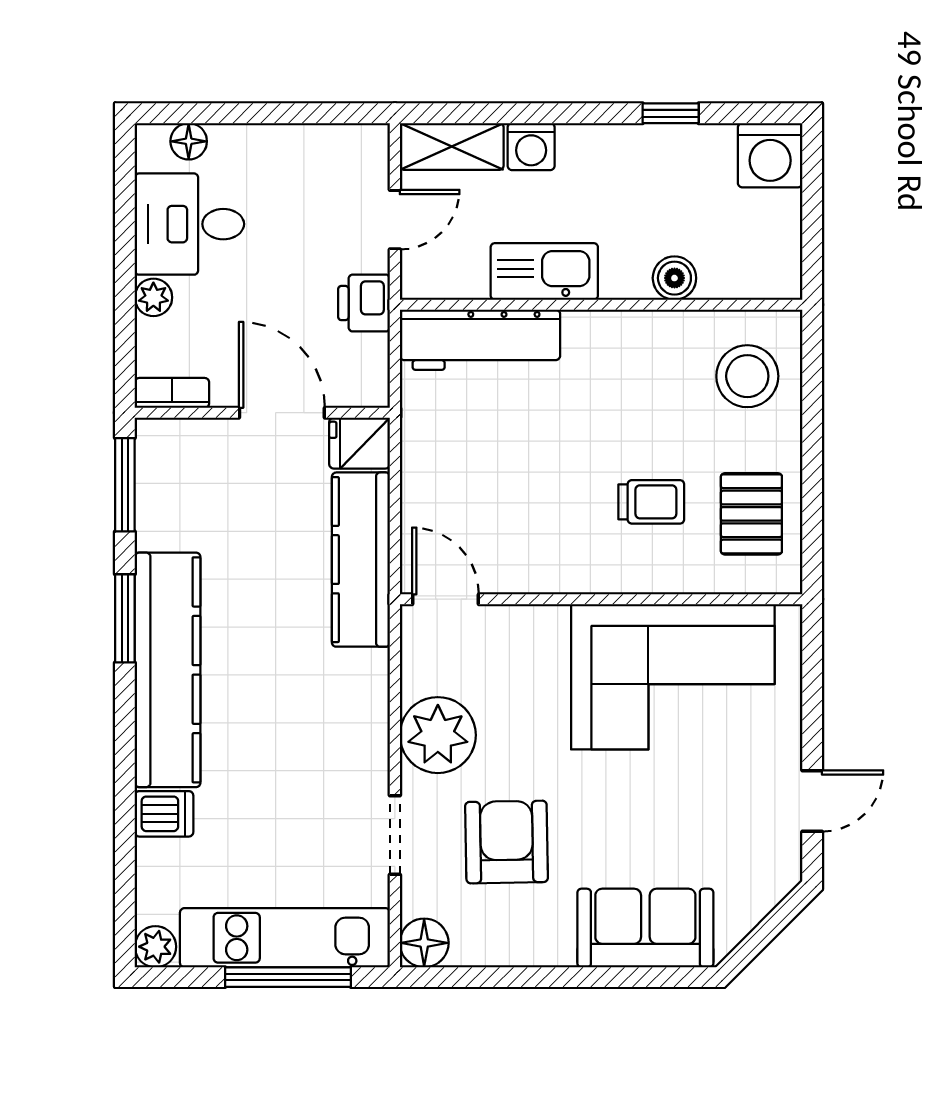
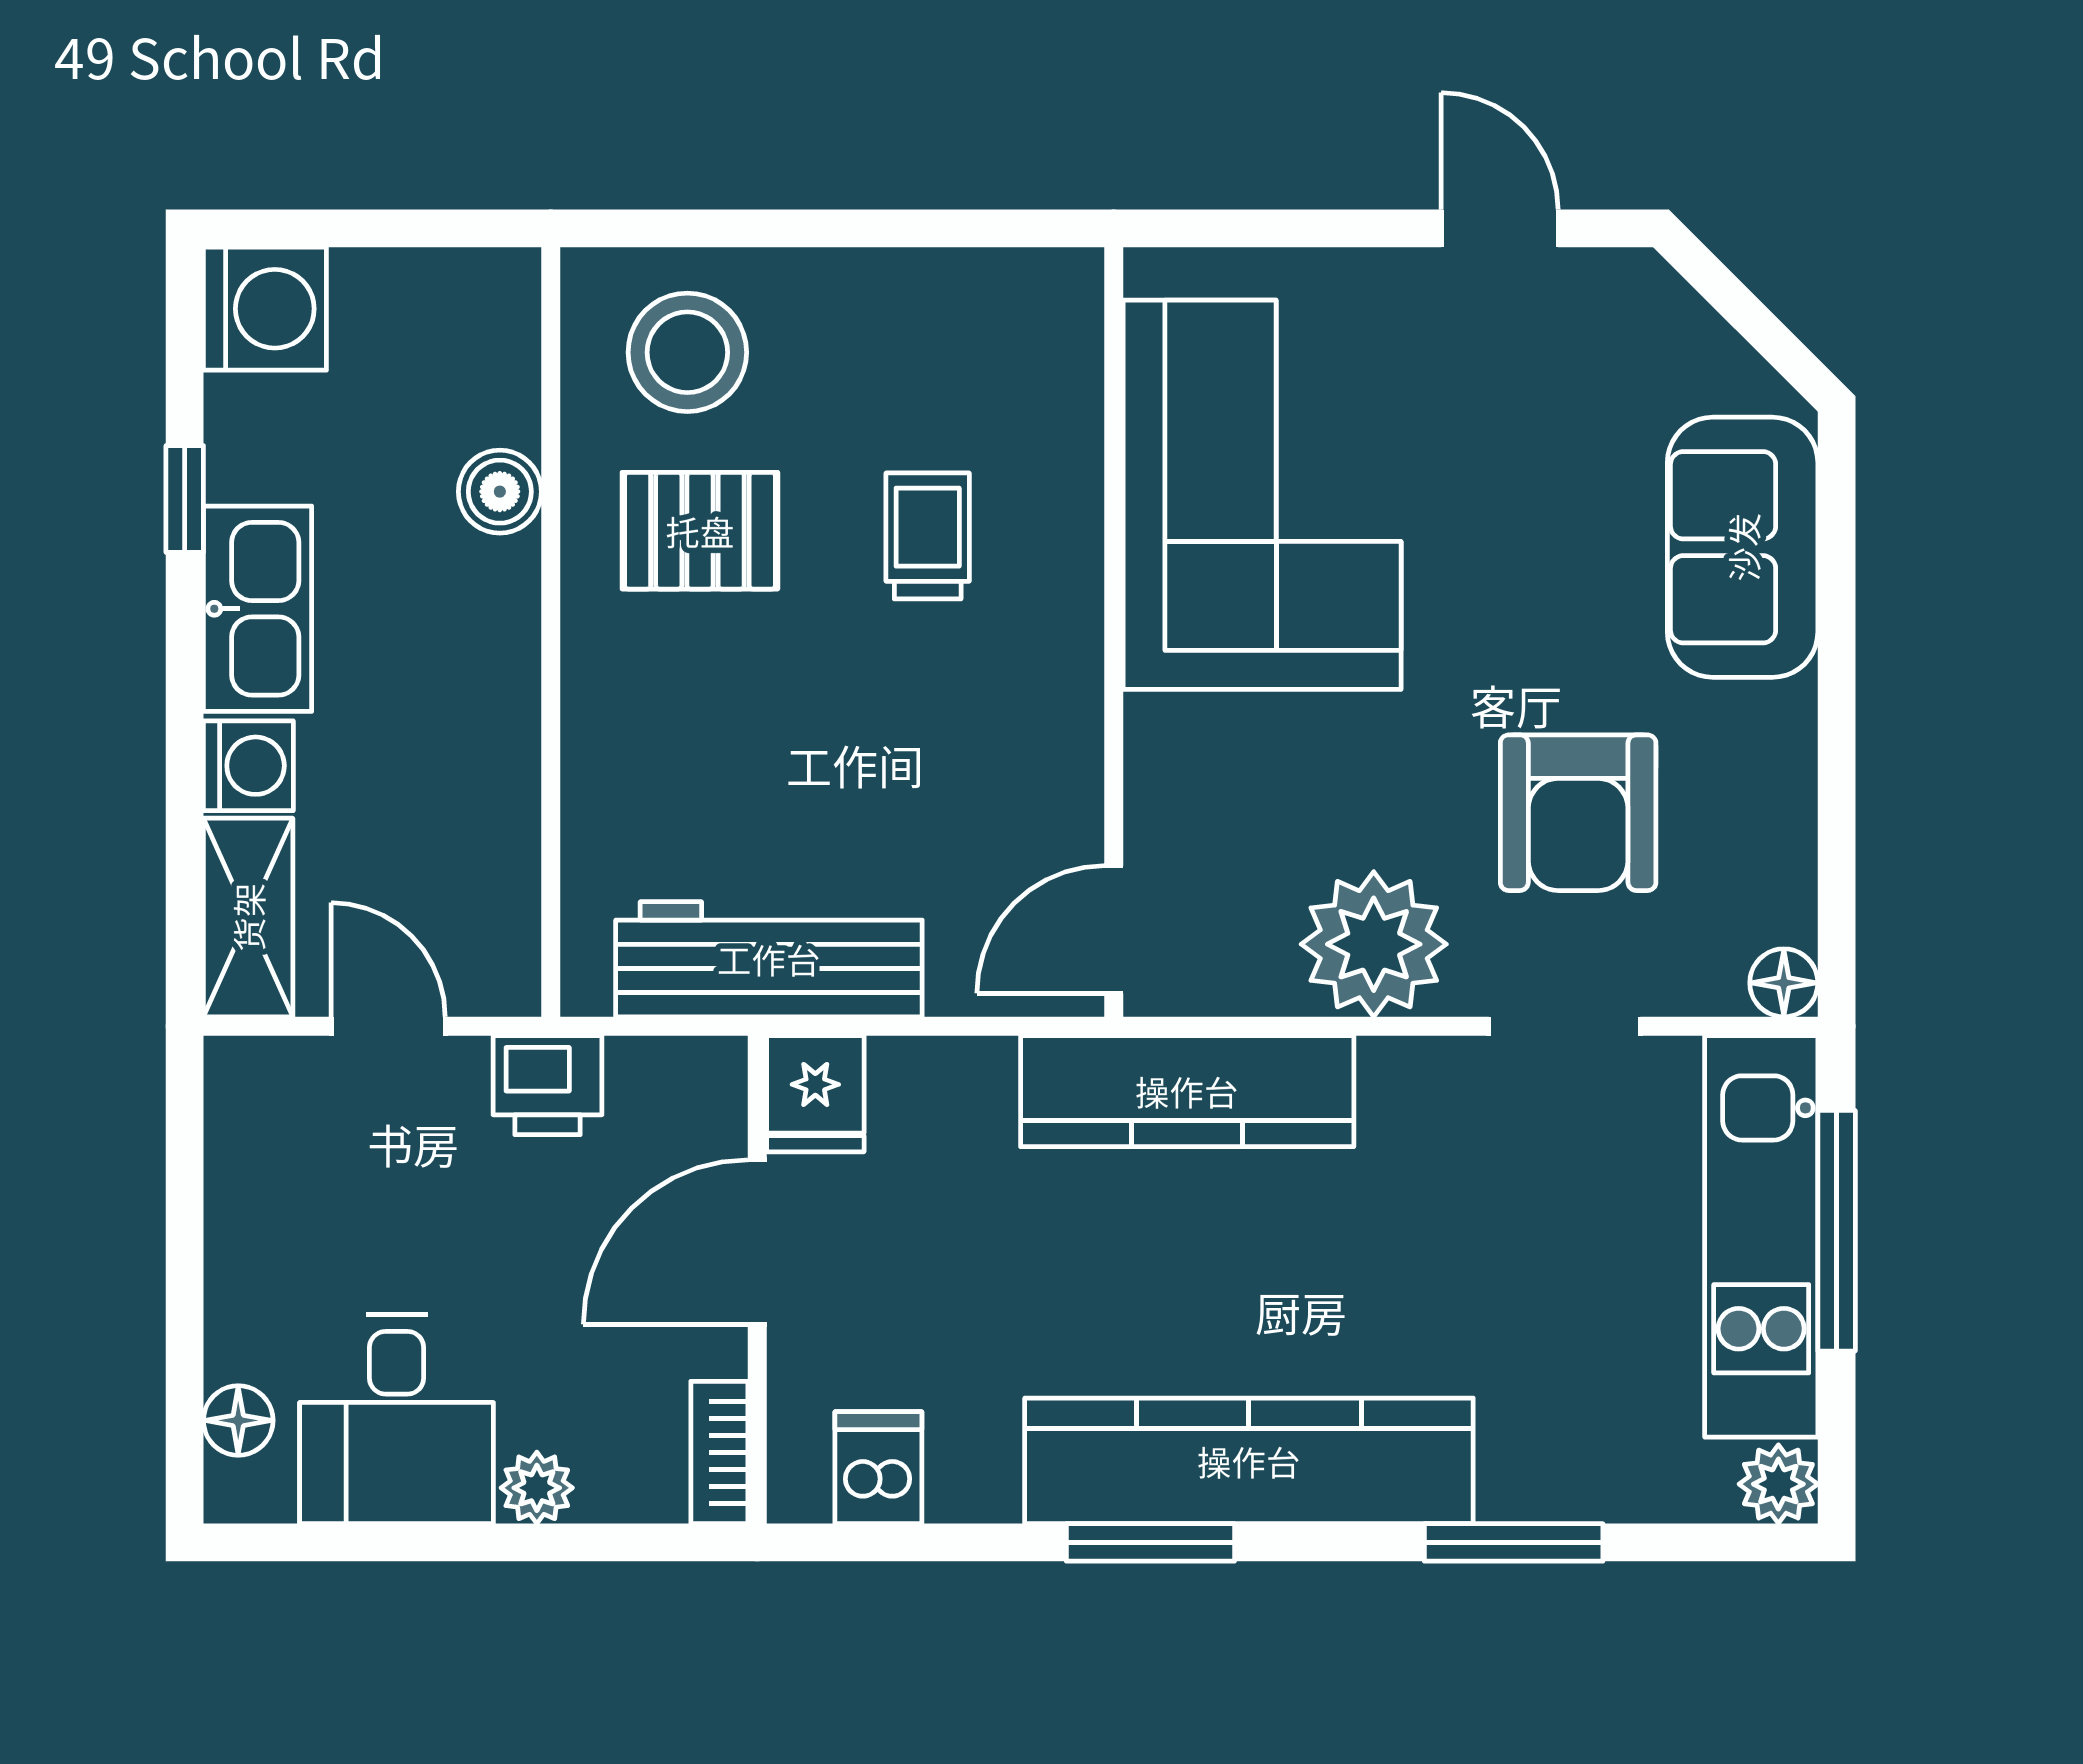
kitchen sink: (544, 271) -> (258, 609), moved, turned 180
workbench: (480, 340) -> (769, 959), moved, turned -90
window: (125, 485) -> (1514, 1542), moved
pallet: (751, 514) -> (700, 531), moved
kitchen counter: (361, 560) -> (1187, 1091), moved
dishwasher: (164, 814) -> (878, 1468), moved
armchair: (507, 842) -> (1578, 813), turned -89
floor lamp: (424, 943) -> (1784, 983), width x0.73, depth x0.73

